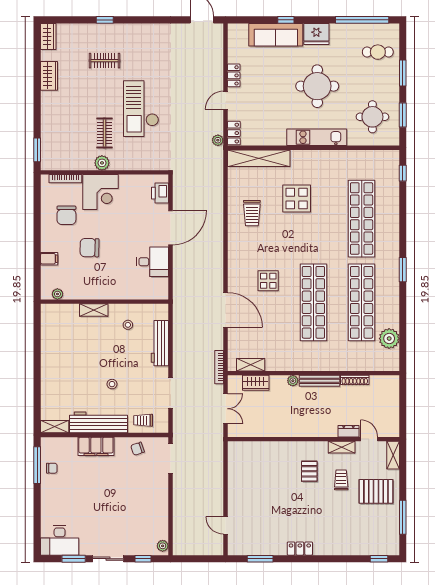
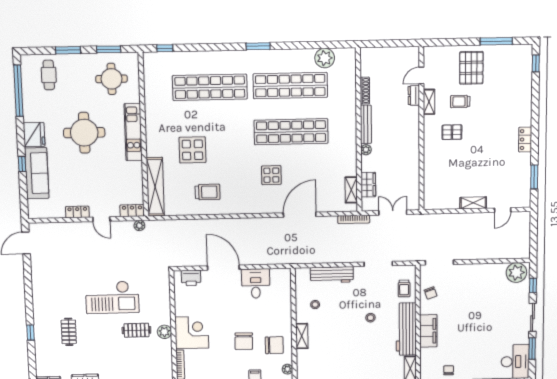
chair: (66, 215) -> (274, 345), moved
shelving: (393, 455) -> (473, 203), moved
plant: (163, 546) -> (516, 273), width x1.87, depth x1.87

